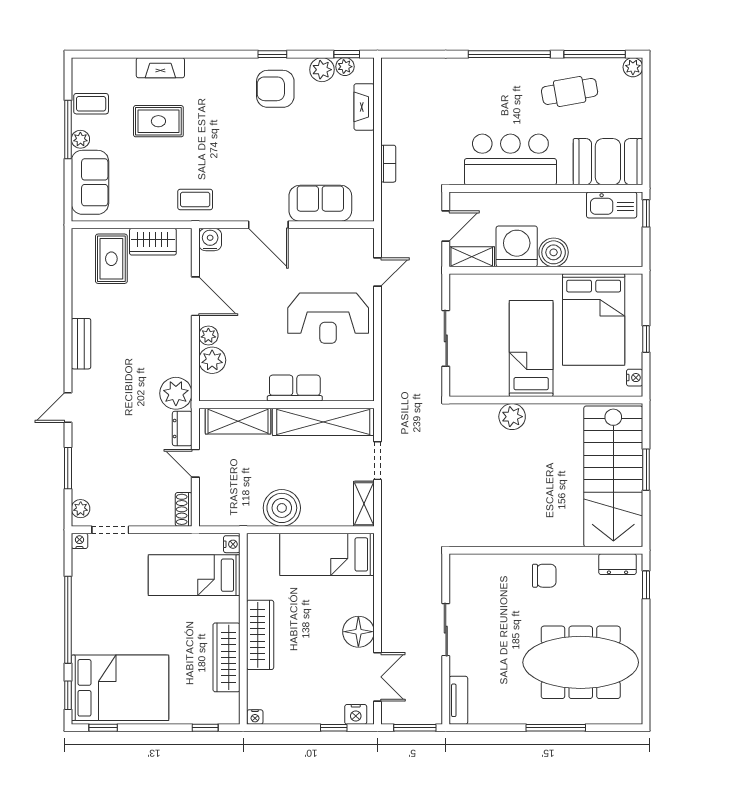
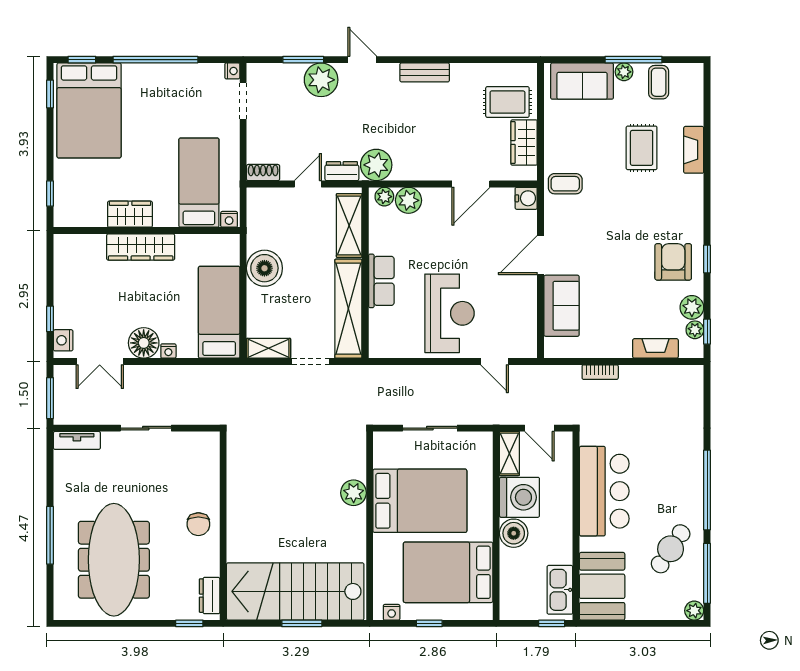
cafe table: (570, 91) -> (671, 549), turned 44
coffee table: (195, 199) -> (565, 184), turned 90
reception desk: (328, 318) -> (450, 313), turned 180
plant: (208, 335) -> (384, 197), moved
bed: (531, 349) -> (420, 501), width x1.50
plant: (81, 509) -> (321, 80), moved, width x1.87, depth x1.87
wardrobe: (226, 657) -> (130, 214), width x0.67
nightstand: (255, 717) -> (168, 351), moved, turned -90

